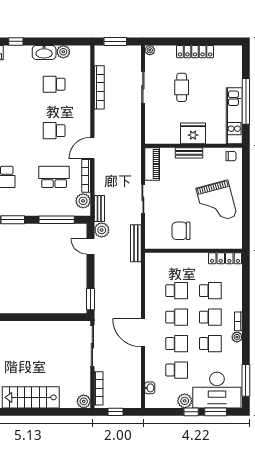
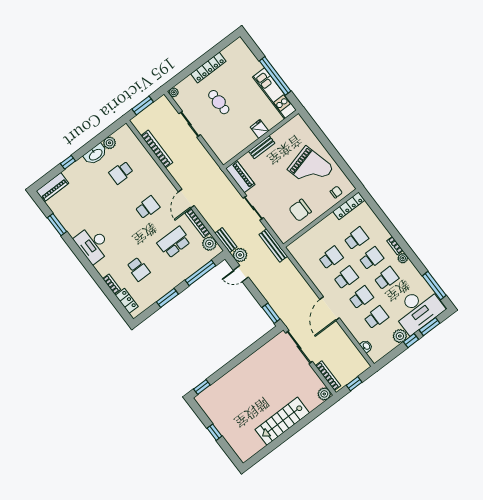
school desk: (54, 131) -> (148, 207), turned 180
fridge: (193, 133) -> (259, 129), width x0.53, depth x0.75
chair: (231, 156) -> (336, 192), moved
door: (143, 333) -> (330, 309), hinge flipped

